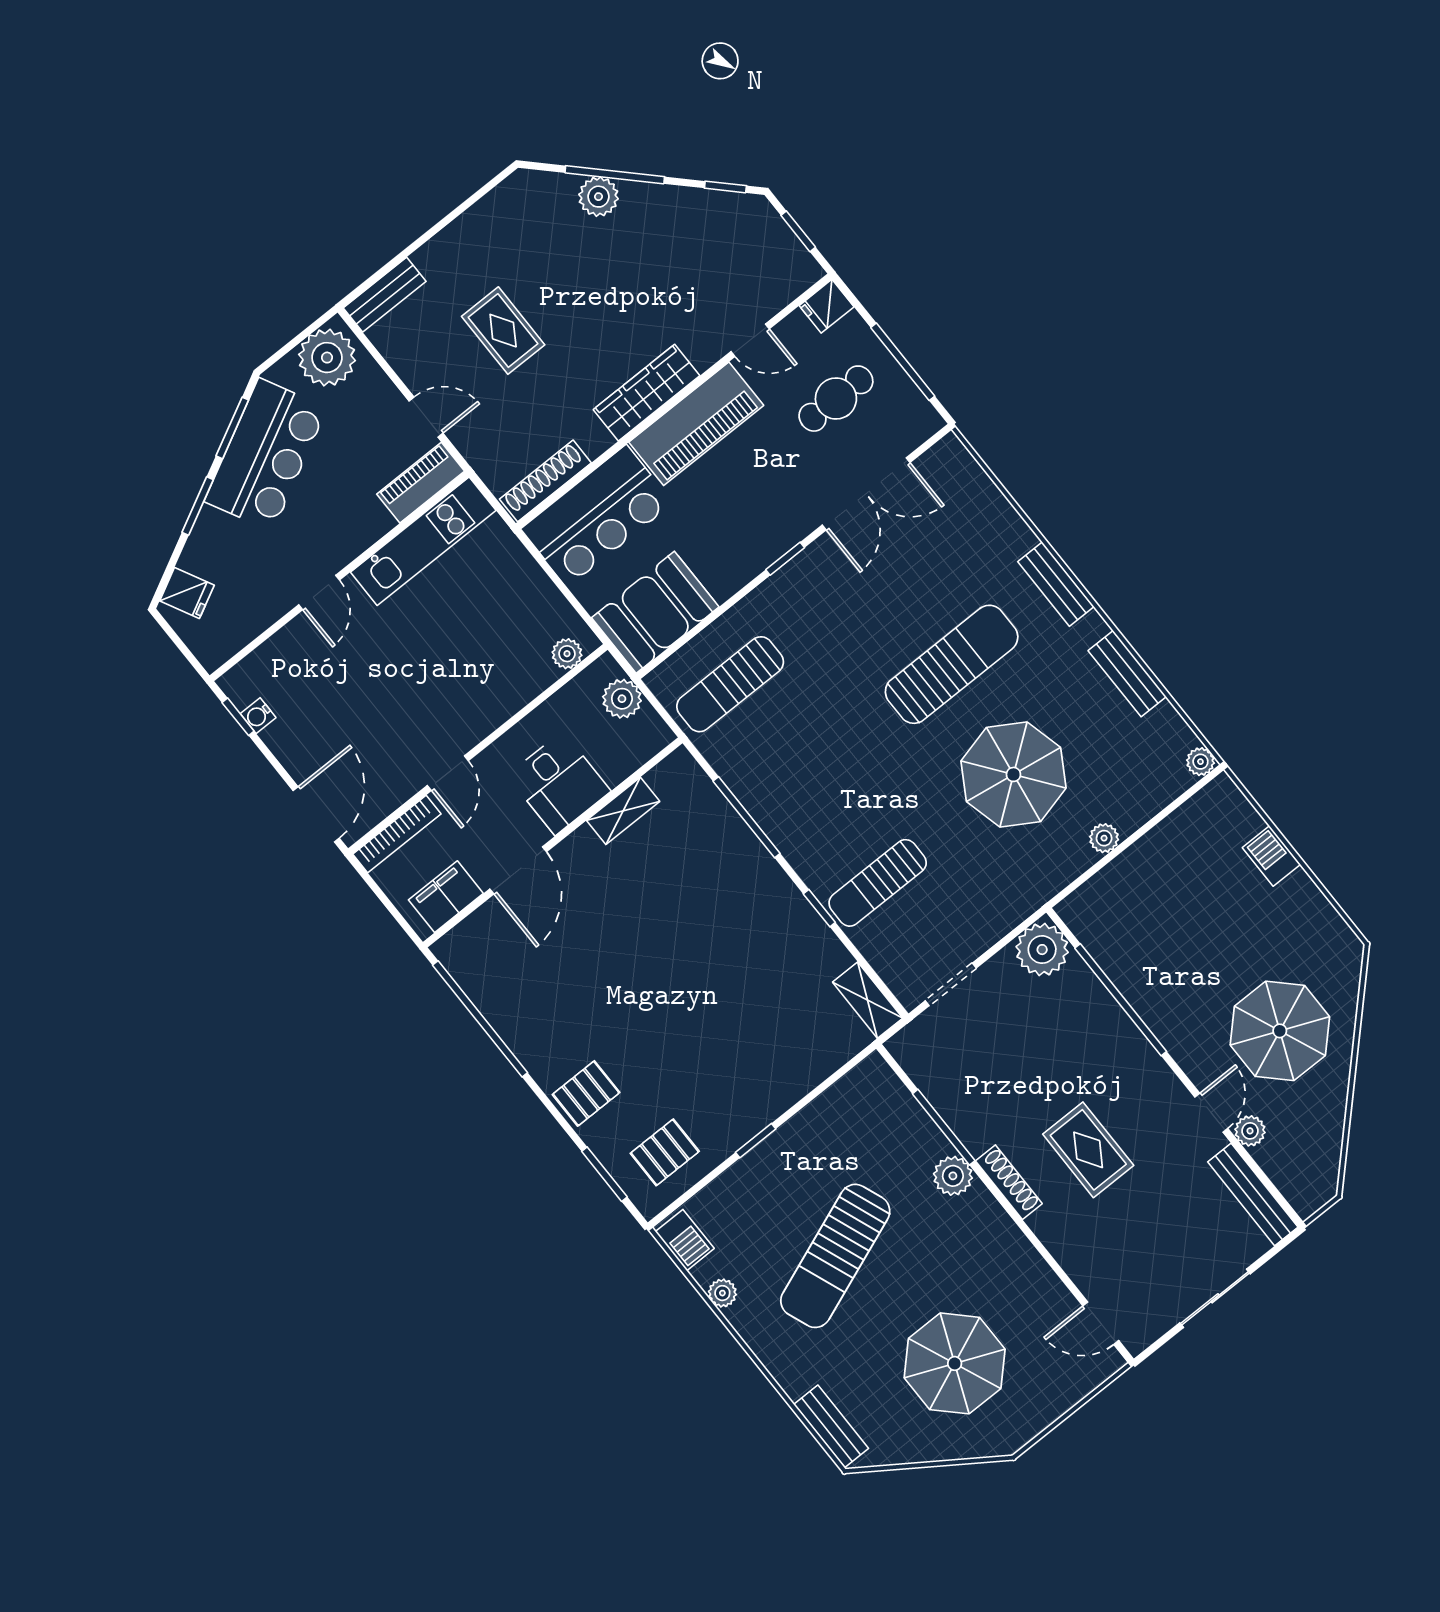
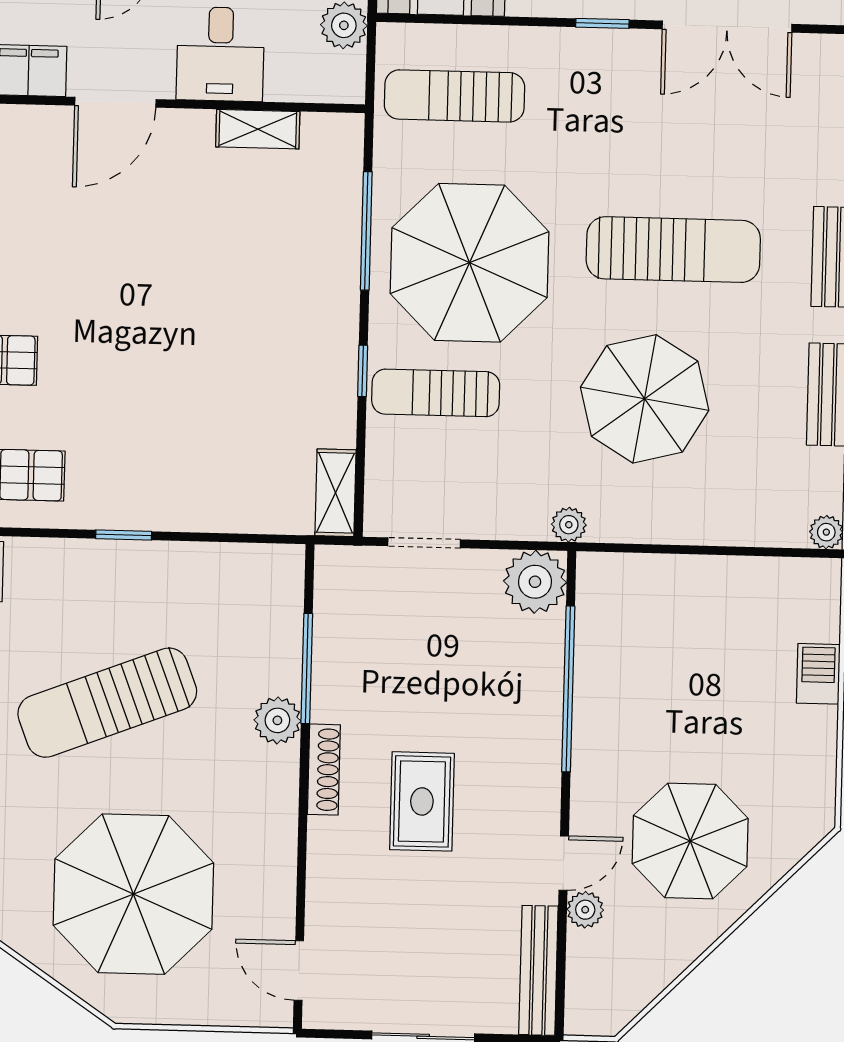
parasol: (829, 782) -> (469, 263), added
plant: (1104, 838) -> (569, 525), moved
parasol: (955, 1363) -> (133, 894), width x1.36, depth x1.36

